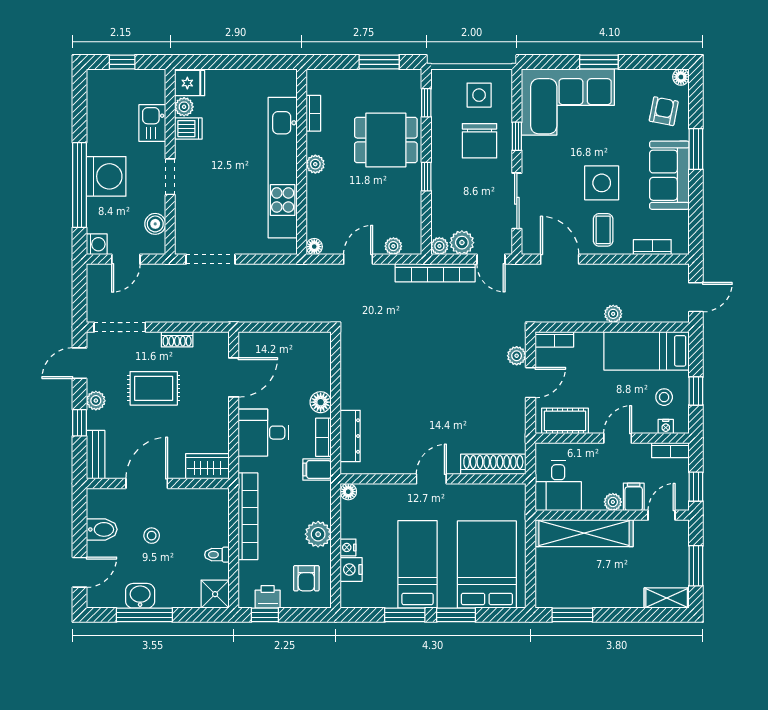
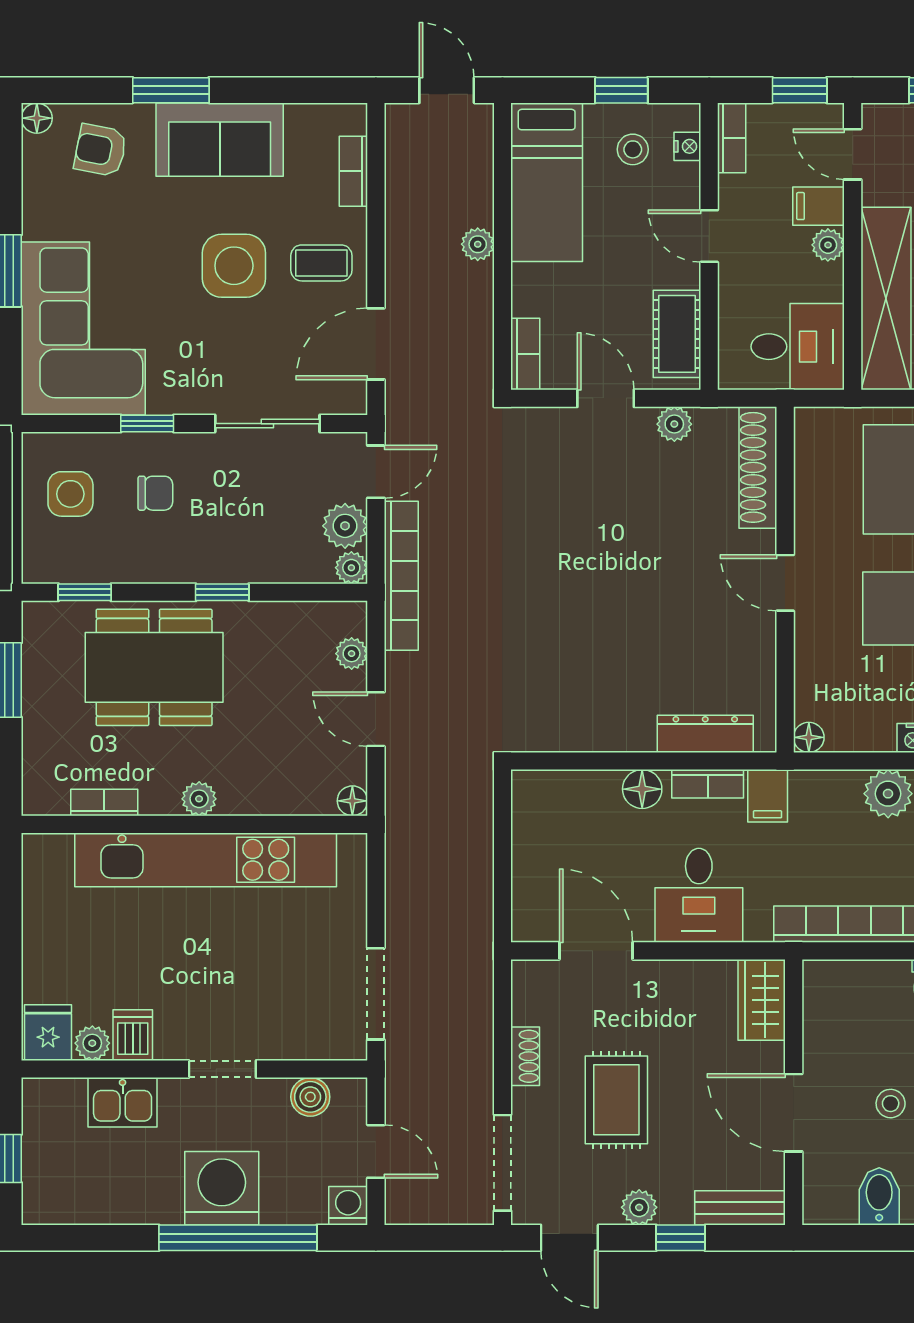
dining table: (386, 140) -> (154, 667), width x1.38
chair: (479, 141) -> (155, 493), width x0.54, depth x0.54
plant: (517, 356) -> (674, 424), moved

